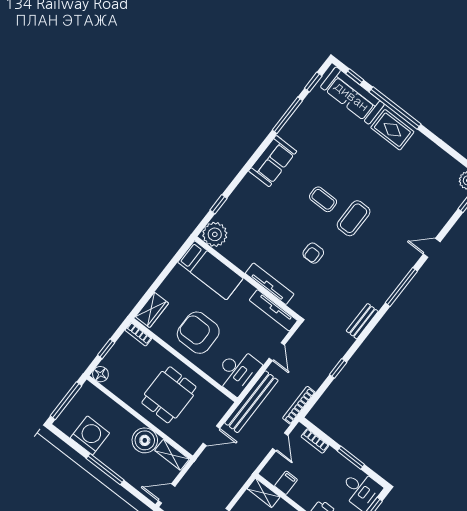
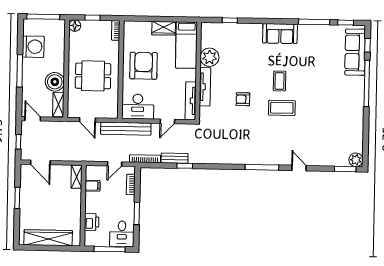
rug: (392, 130) -> (352, 91), removed
plant: (215, 234) -> (210, 57), moved
wardrobe: (152, 310) -> (164, 28), moved
bench: (362, 321) -> (175, 158), moved

